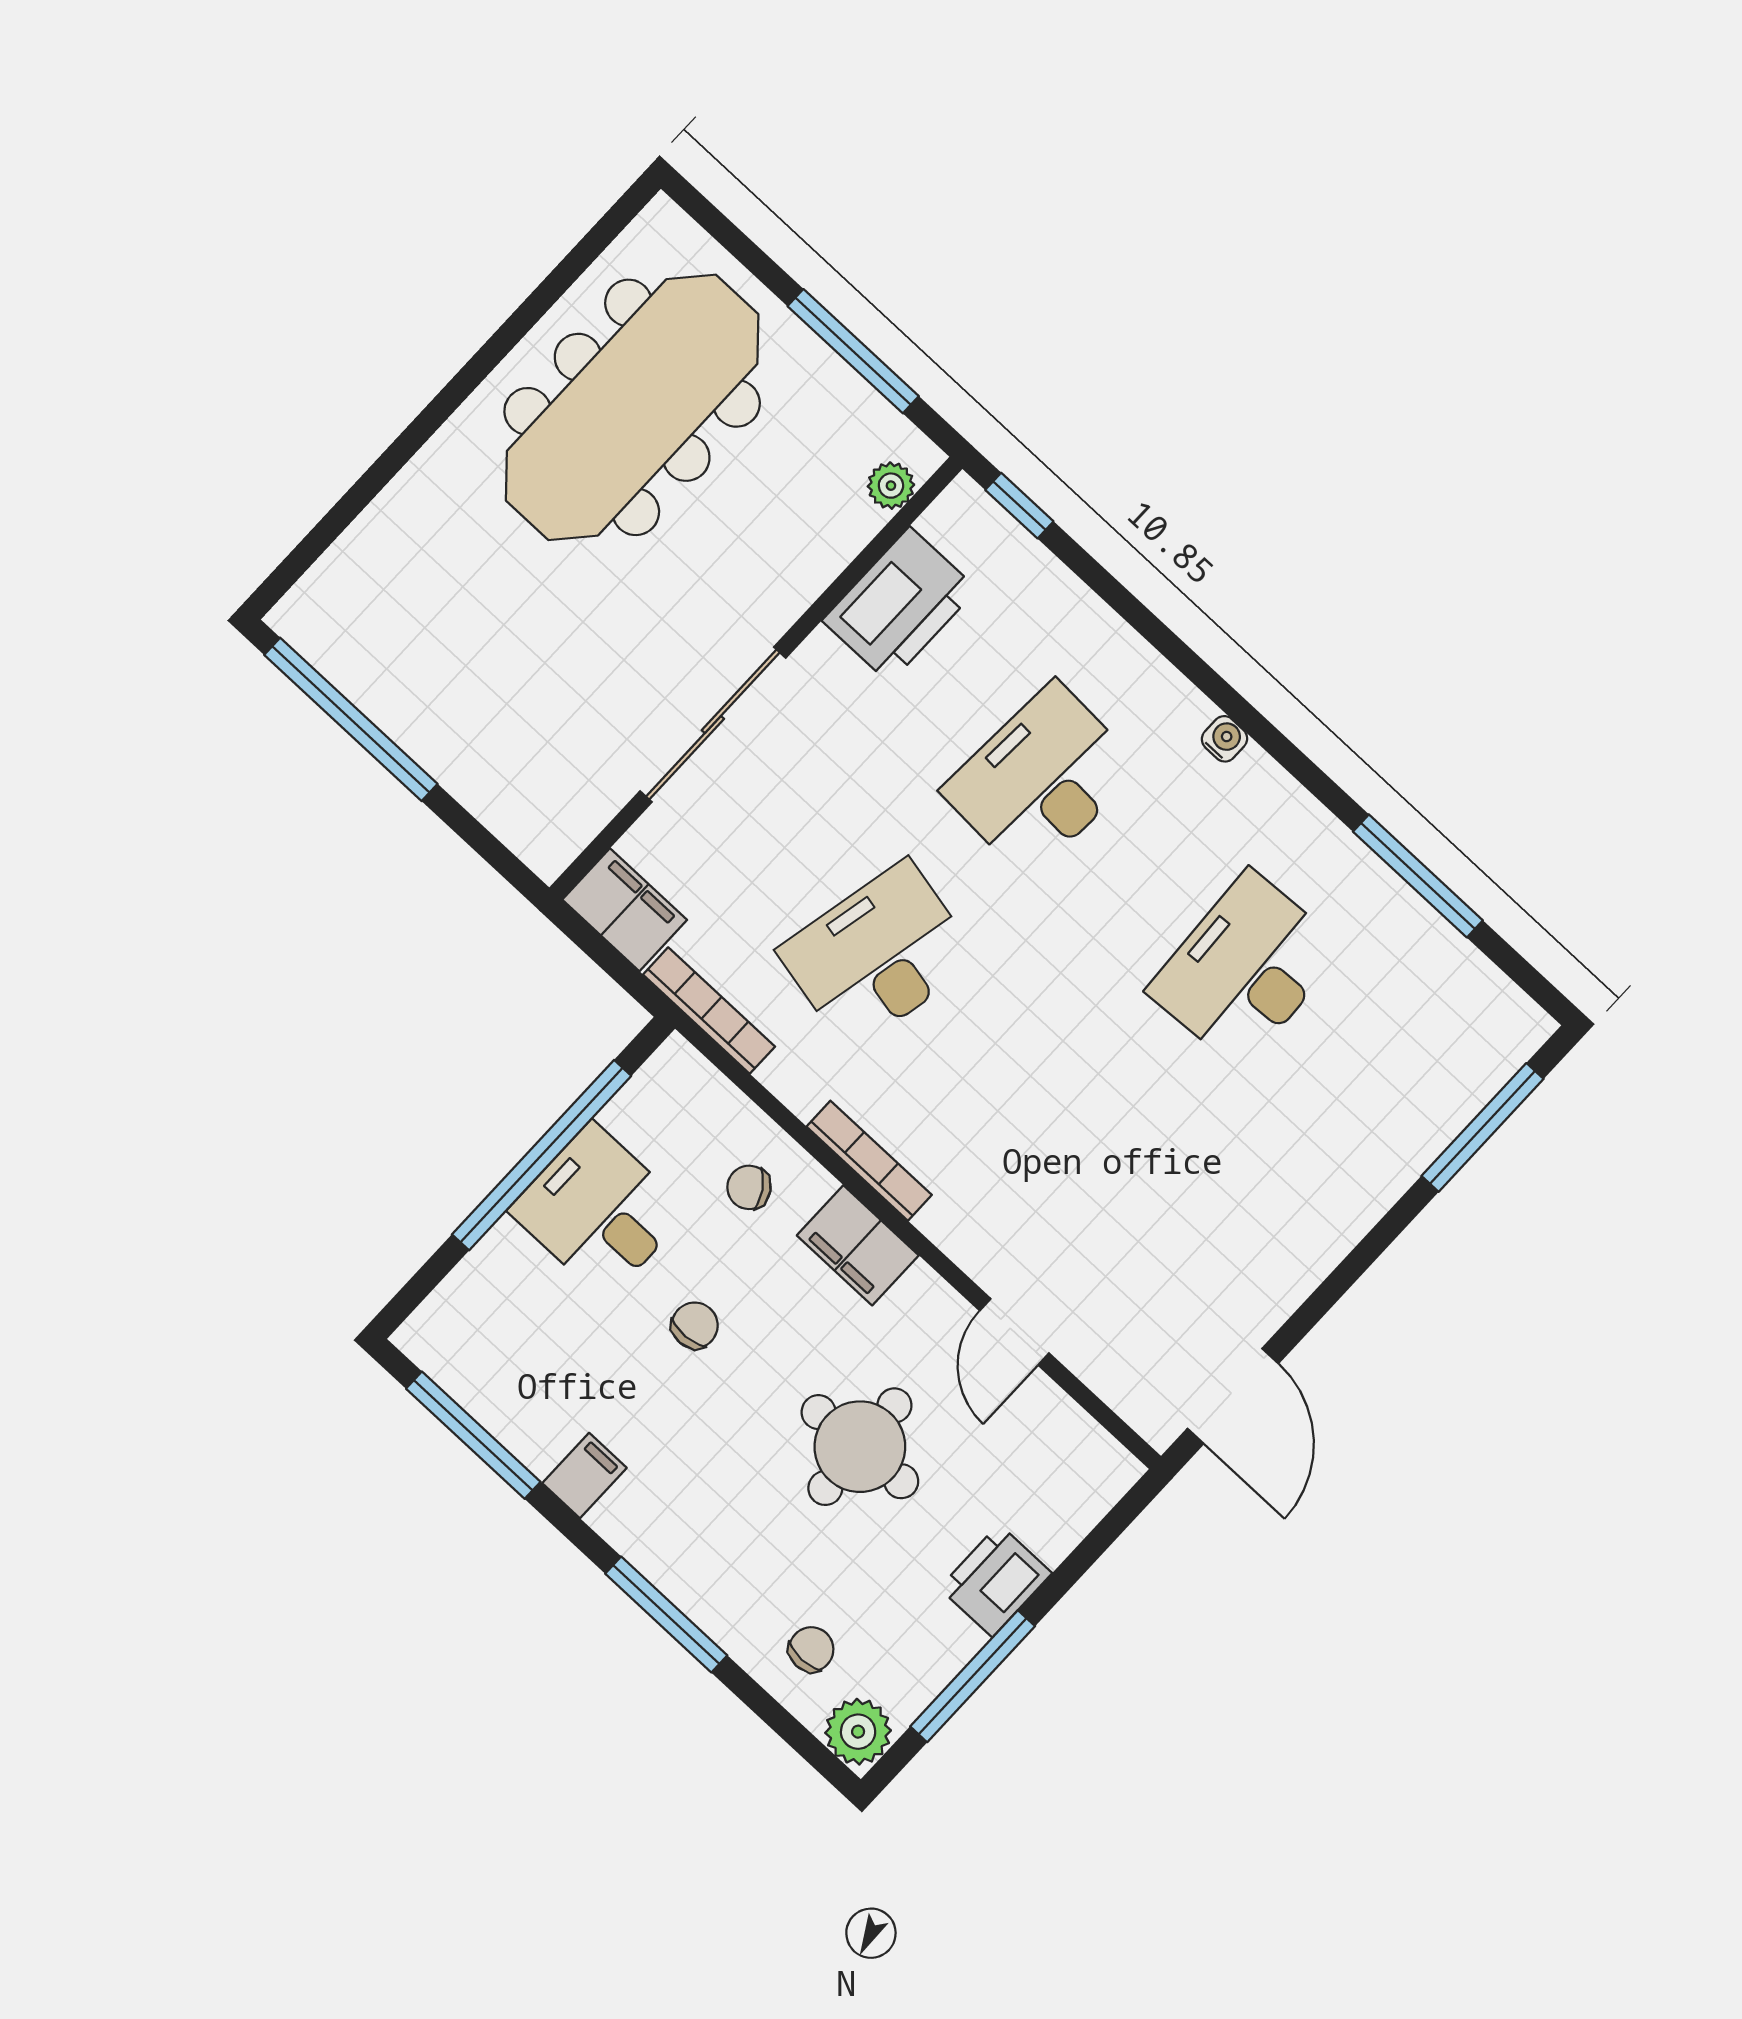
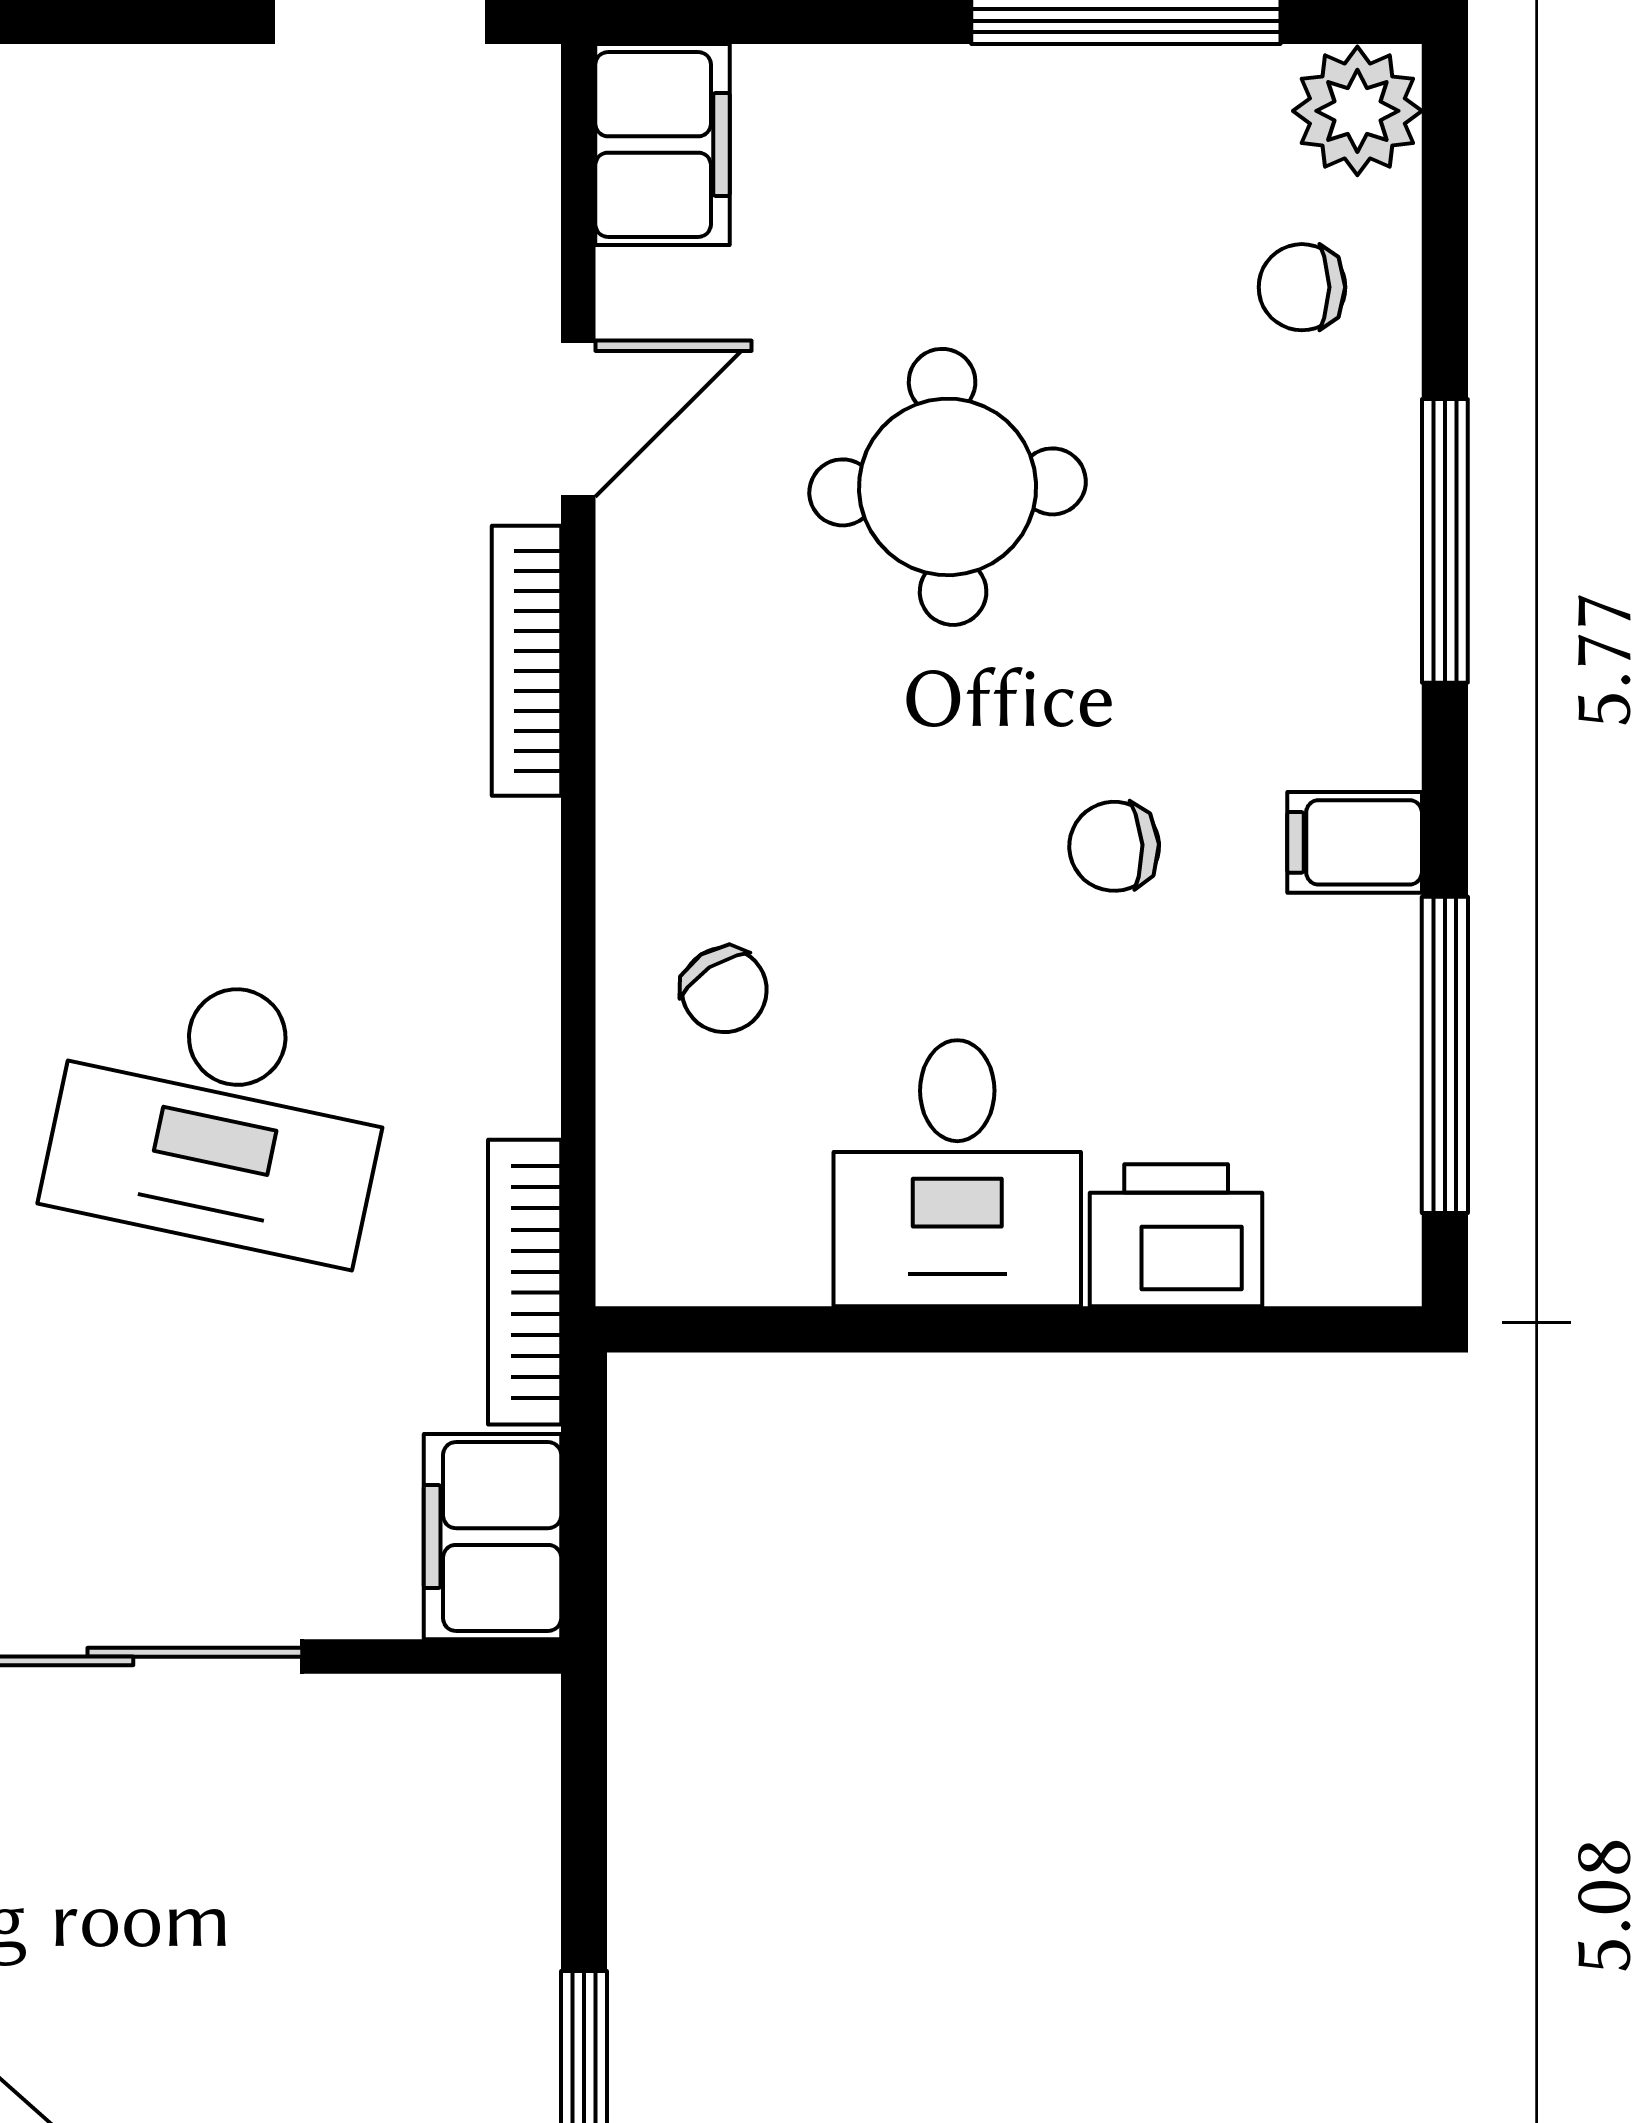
window: (542, 1155) -> (954, 1329), removed
bookcase: (869, 1161) -> (526, 661), moved
filing cabinet: (858, 1245) -> (663, 144), moved
chair: (695, 1325) -> (1114, 846), moved
printer: (996, 1581) -> (1176, 1235), moved, turned 180

